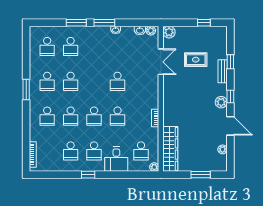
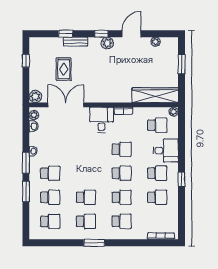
double door: (161, 62) -> (66, 105), width x1.37
school desk: (118, 81) -> (50, 173), moved
desk: (146, 97) -> (102, 120), added

